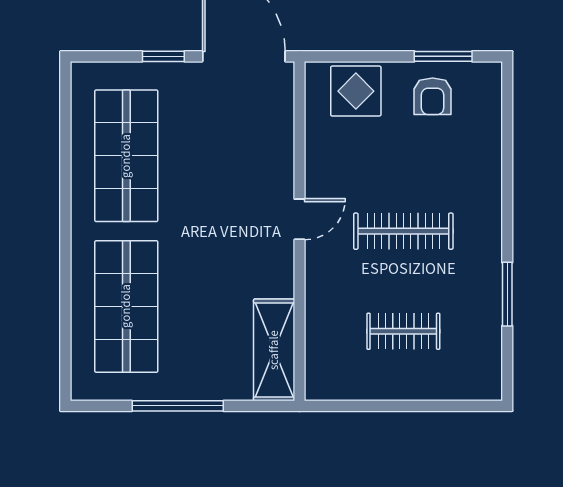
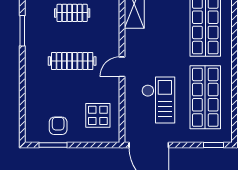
window: (163, 56) -> (214, 145), moved
display table: (356, 91) -> (98, 115), moved
checkout: (224, 150) -> (158, 100), added

